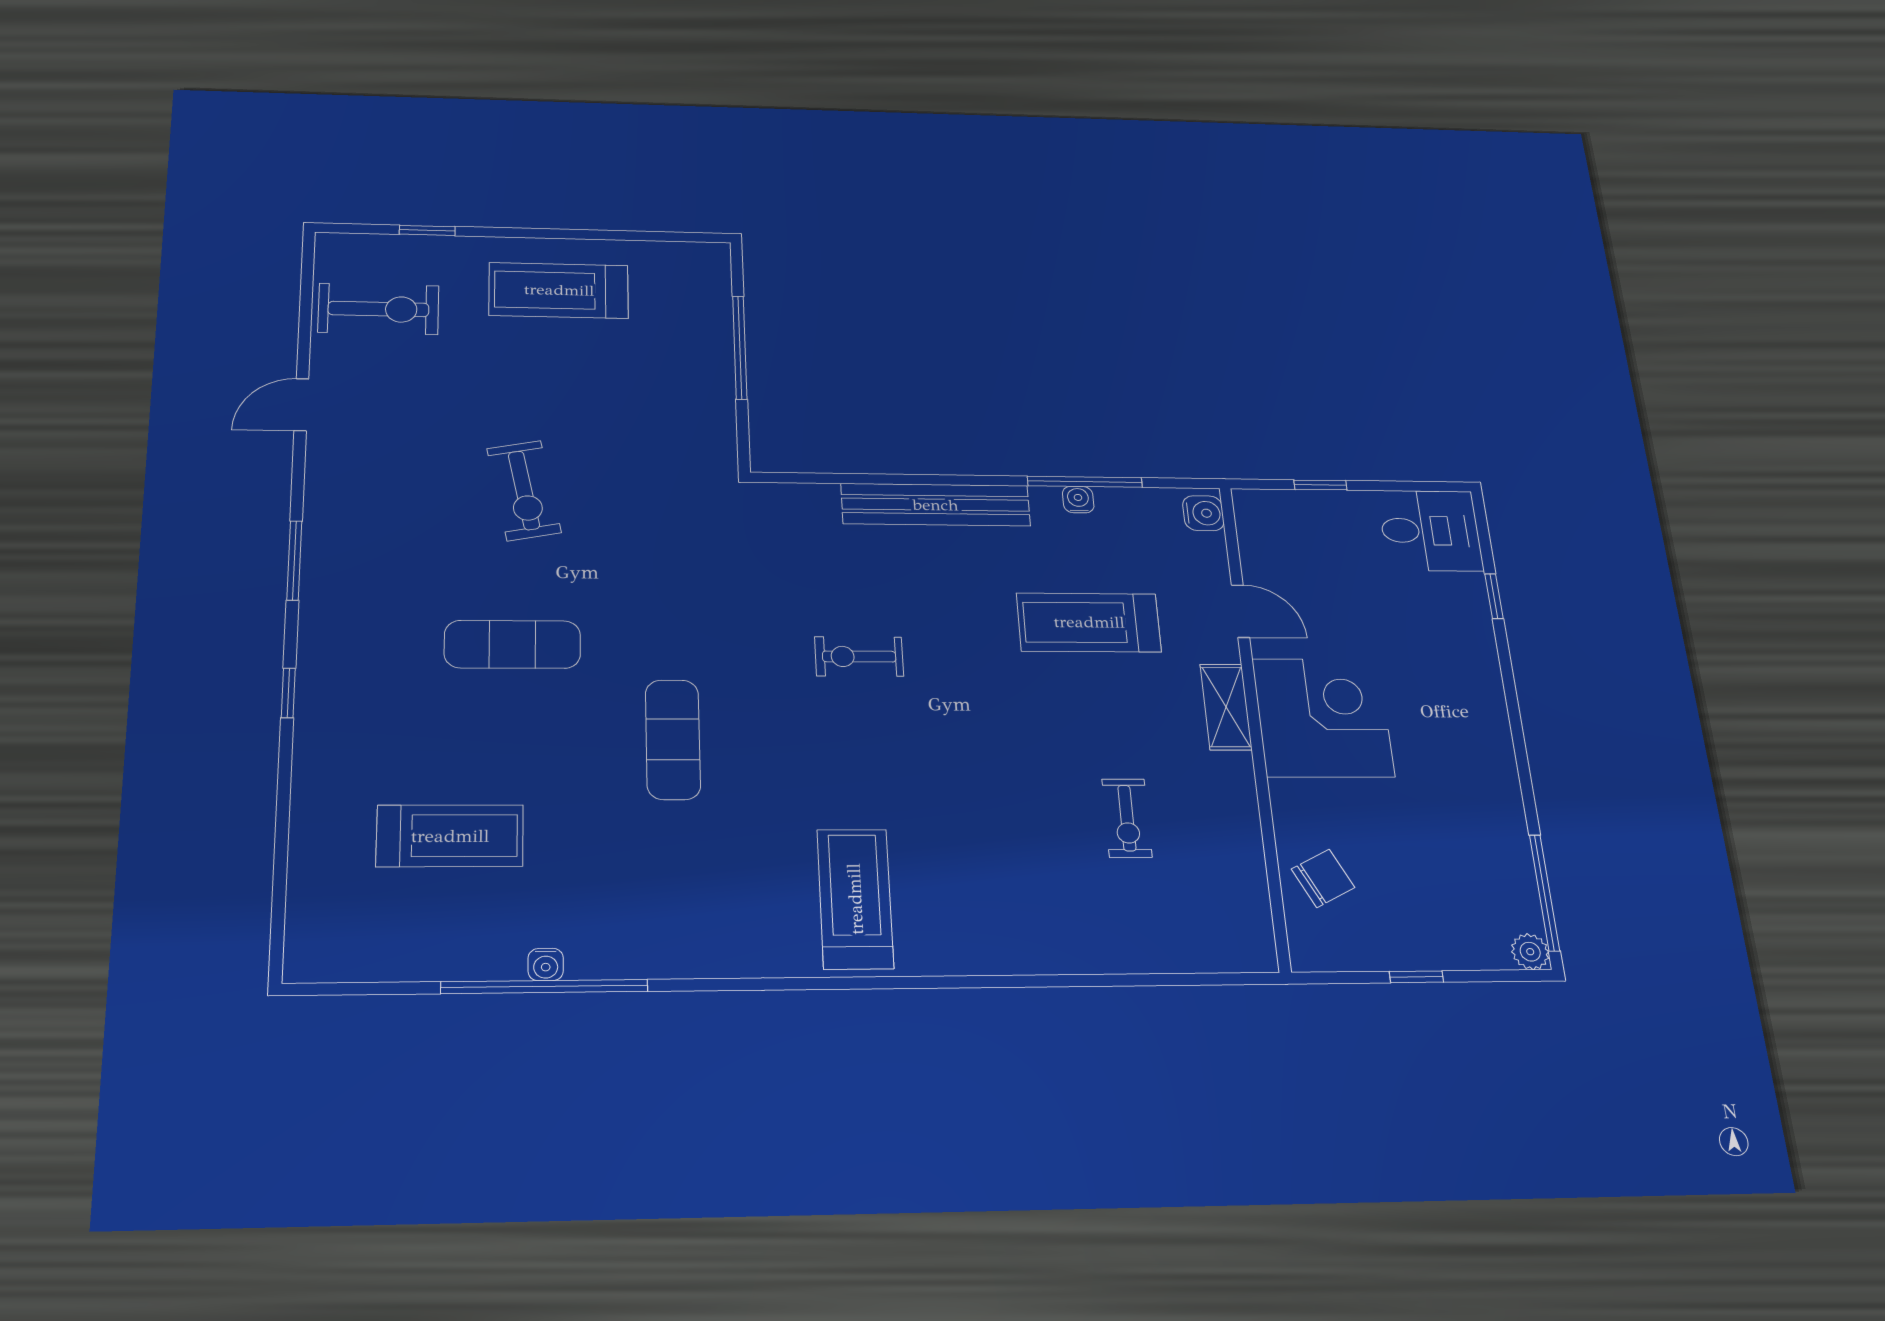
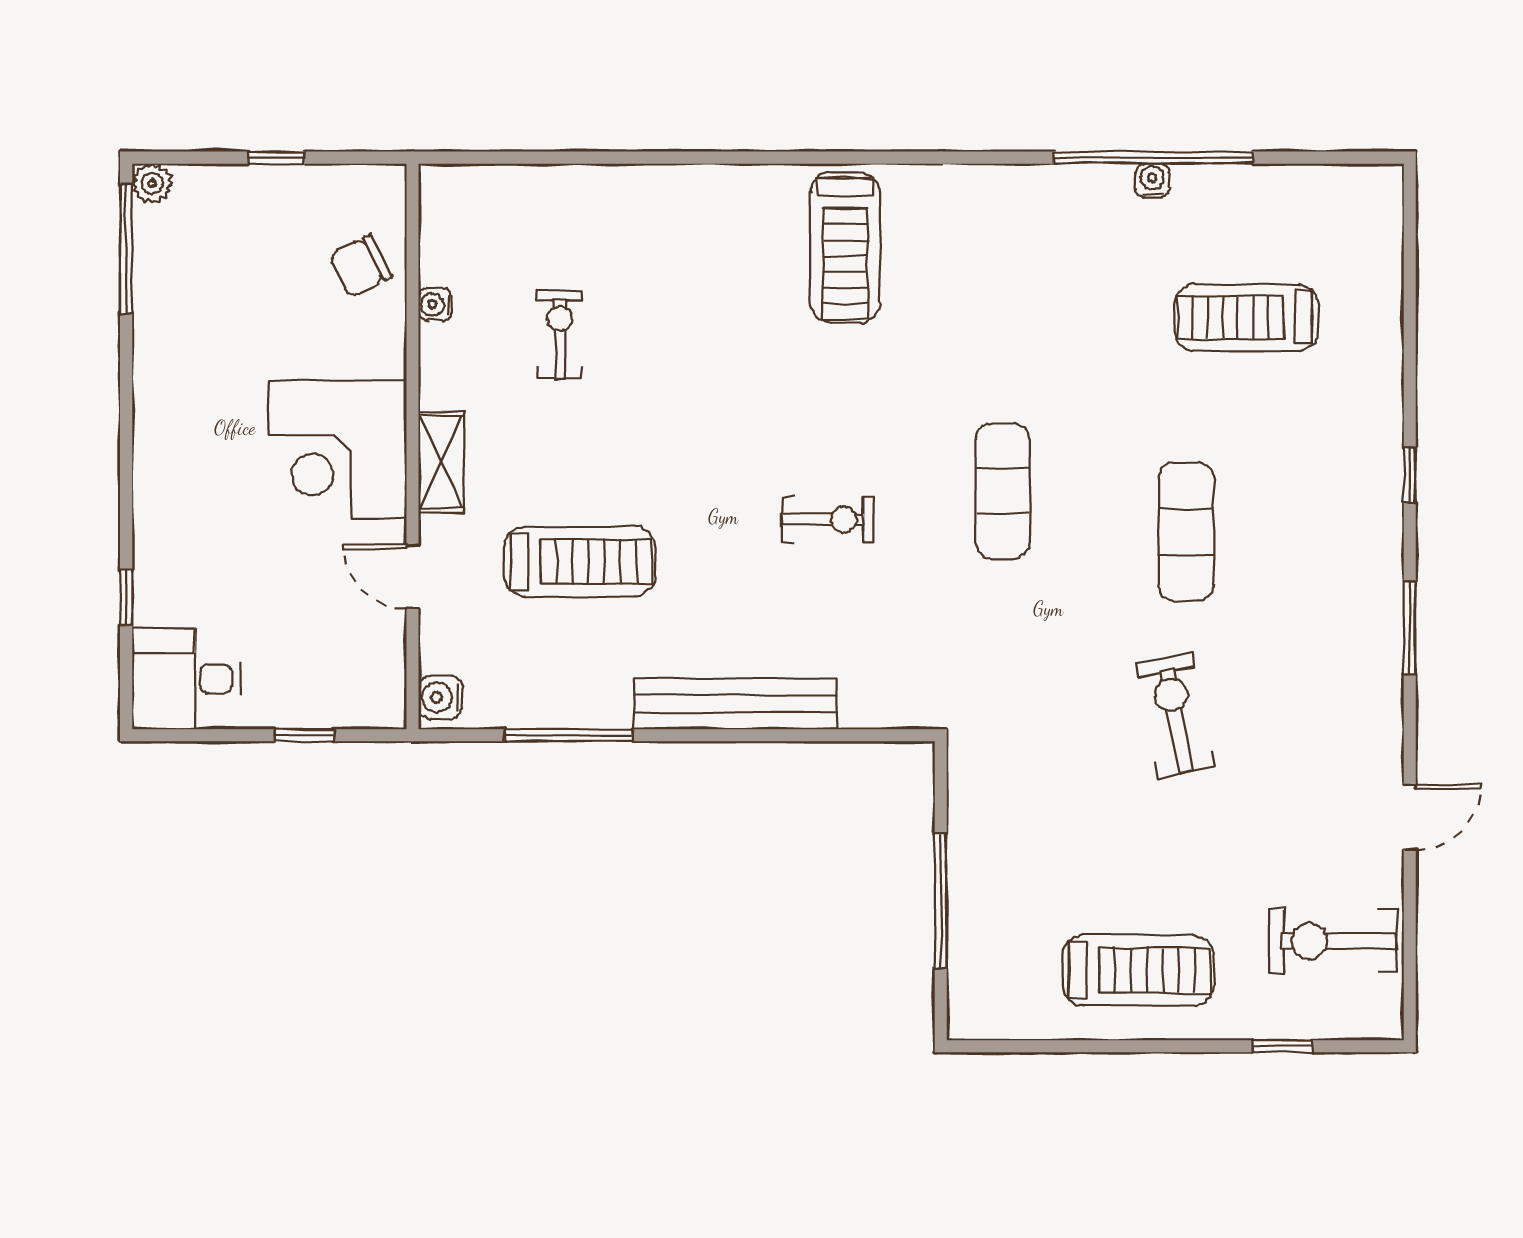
water cooler: (1078, 500) -> (435, 304), moved, turned 90
exercise mat: (512, 644) -> (1186, 532), turned 90
exercise mat: (673, 739) -> (1003, 491), moved

